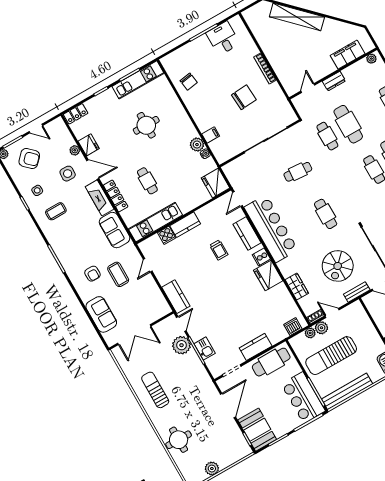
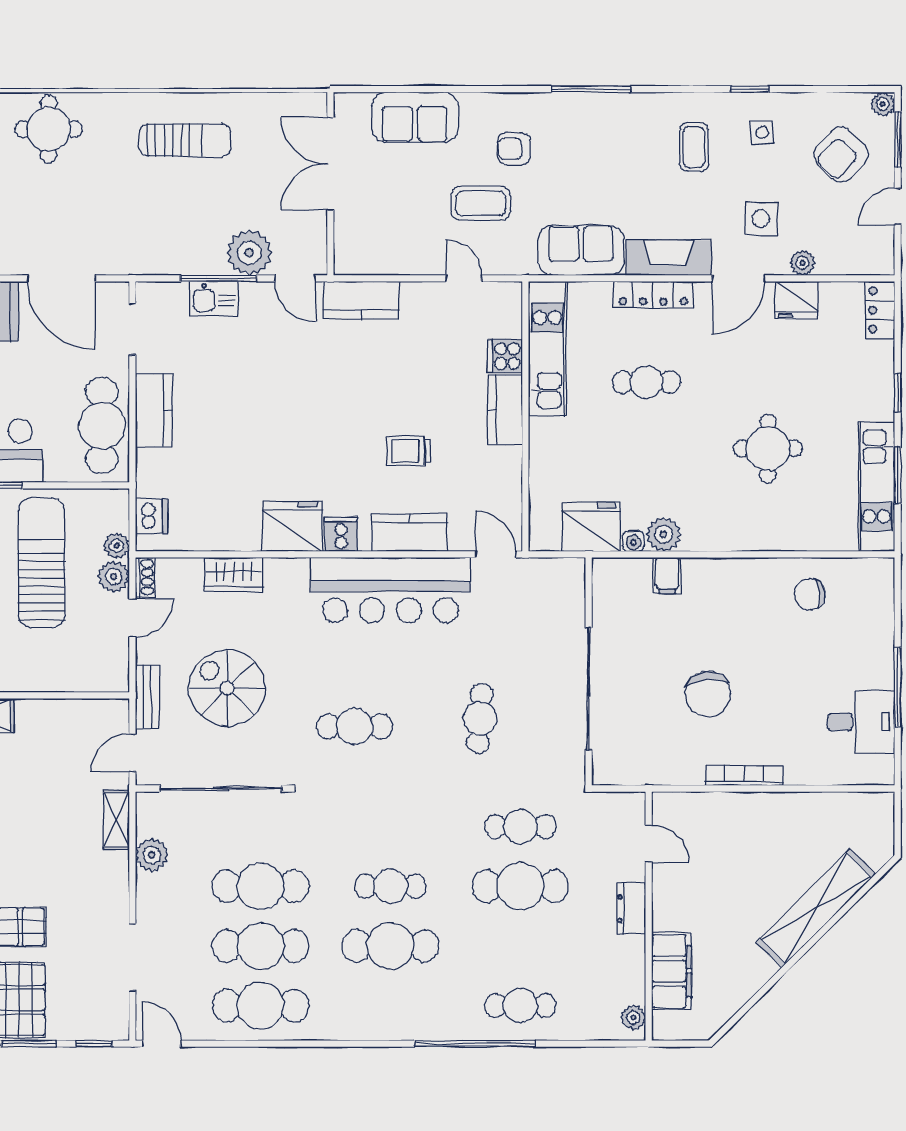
fridge: (215, 183) -> (591, 527), moved

